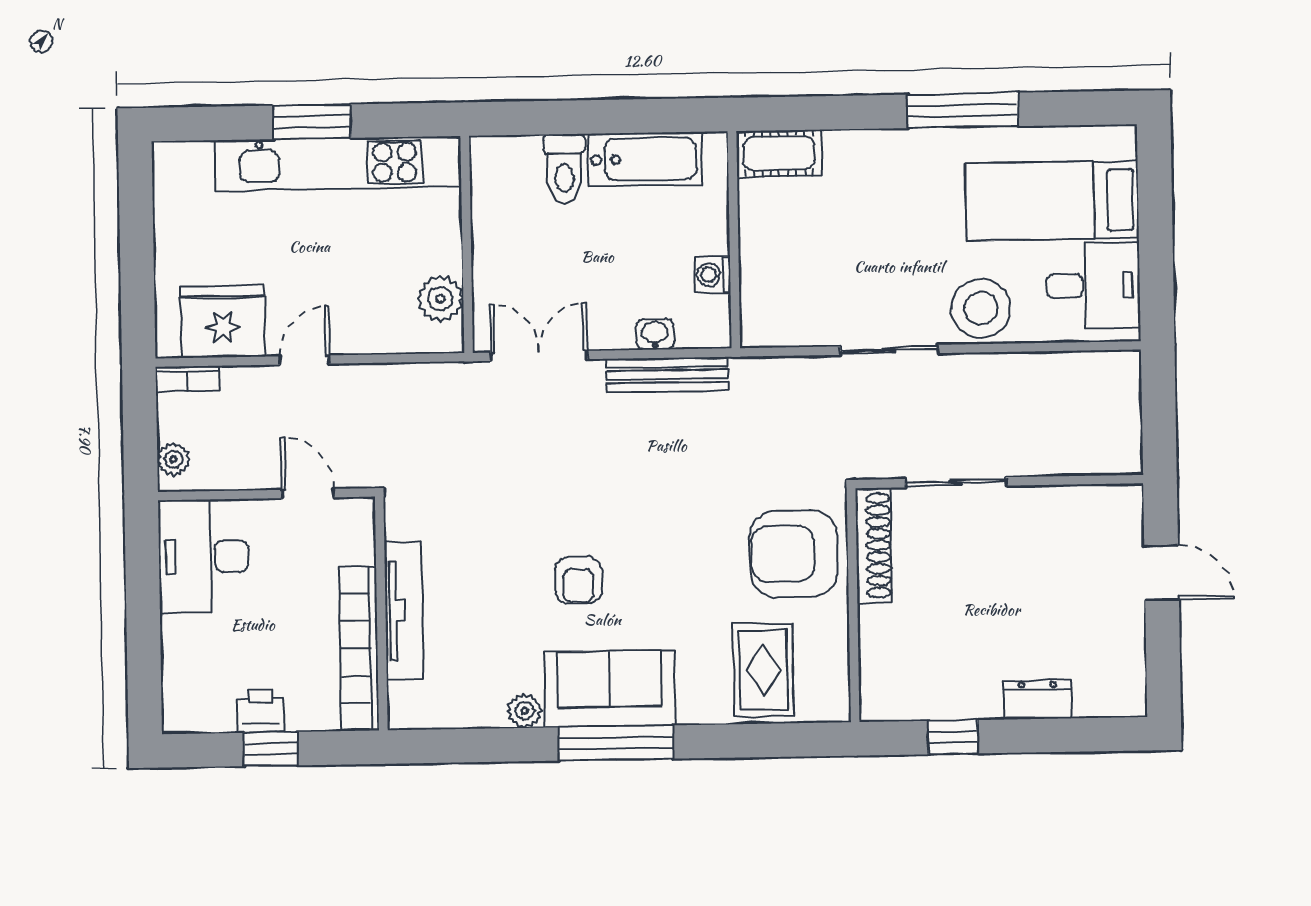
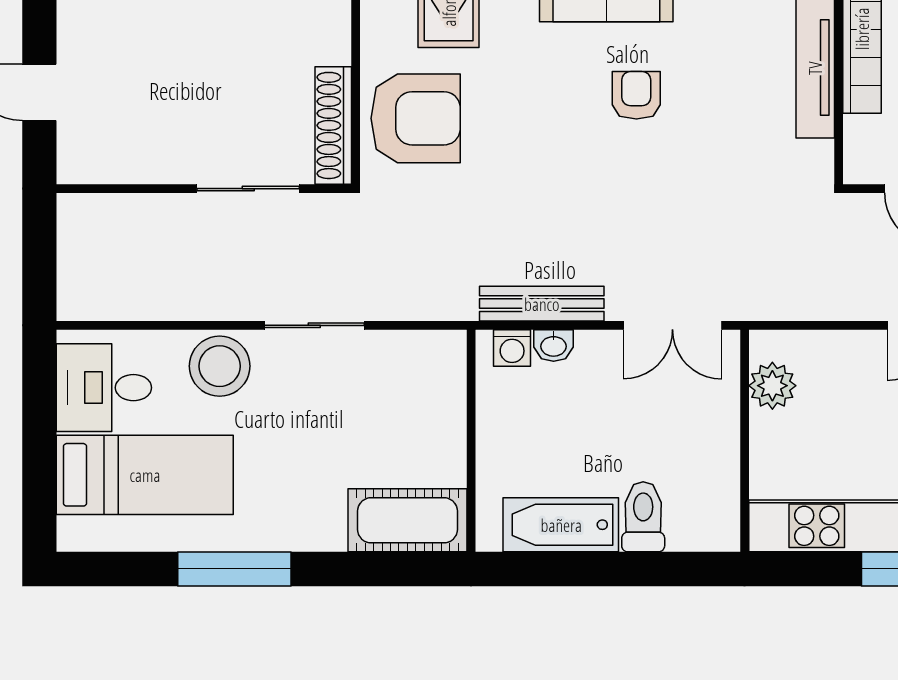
cot: (779, 153) -> (407, 520), width x1.37, depth x1.34
washing machine: (712, 275) -> (512, 348), moved, turned 90

